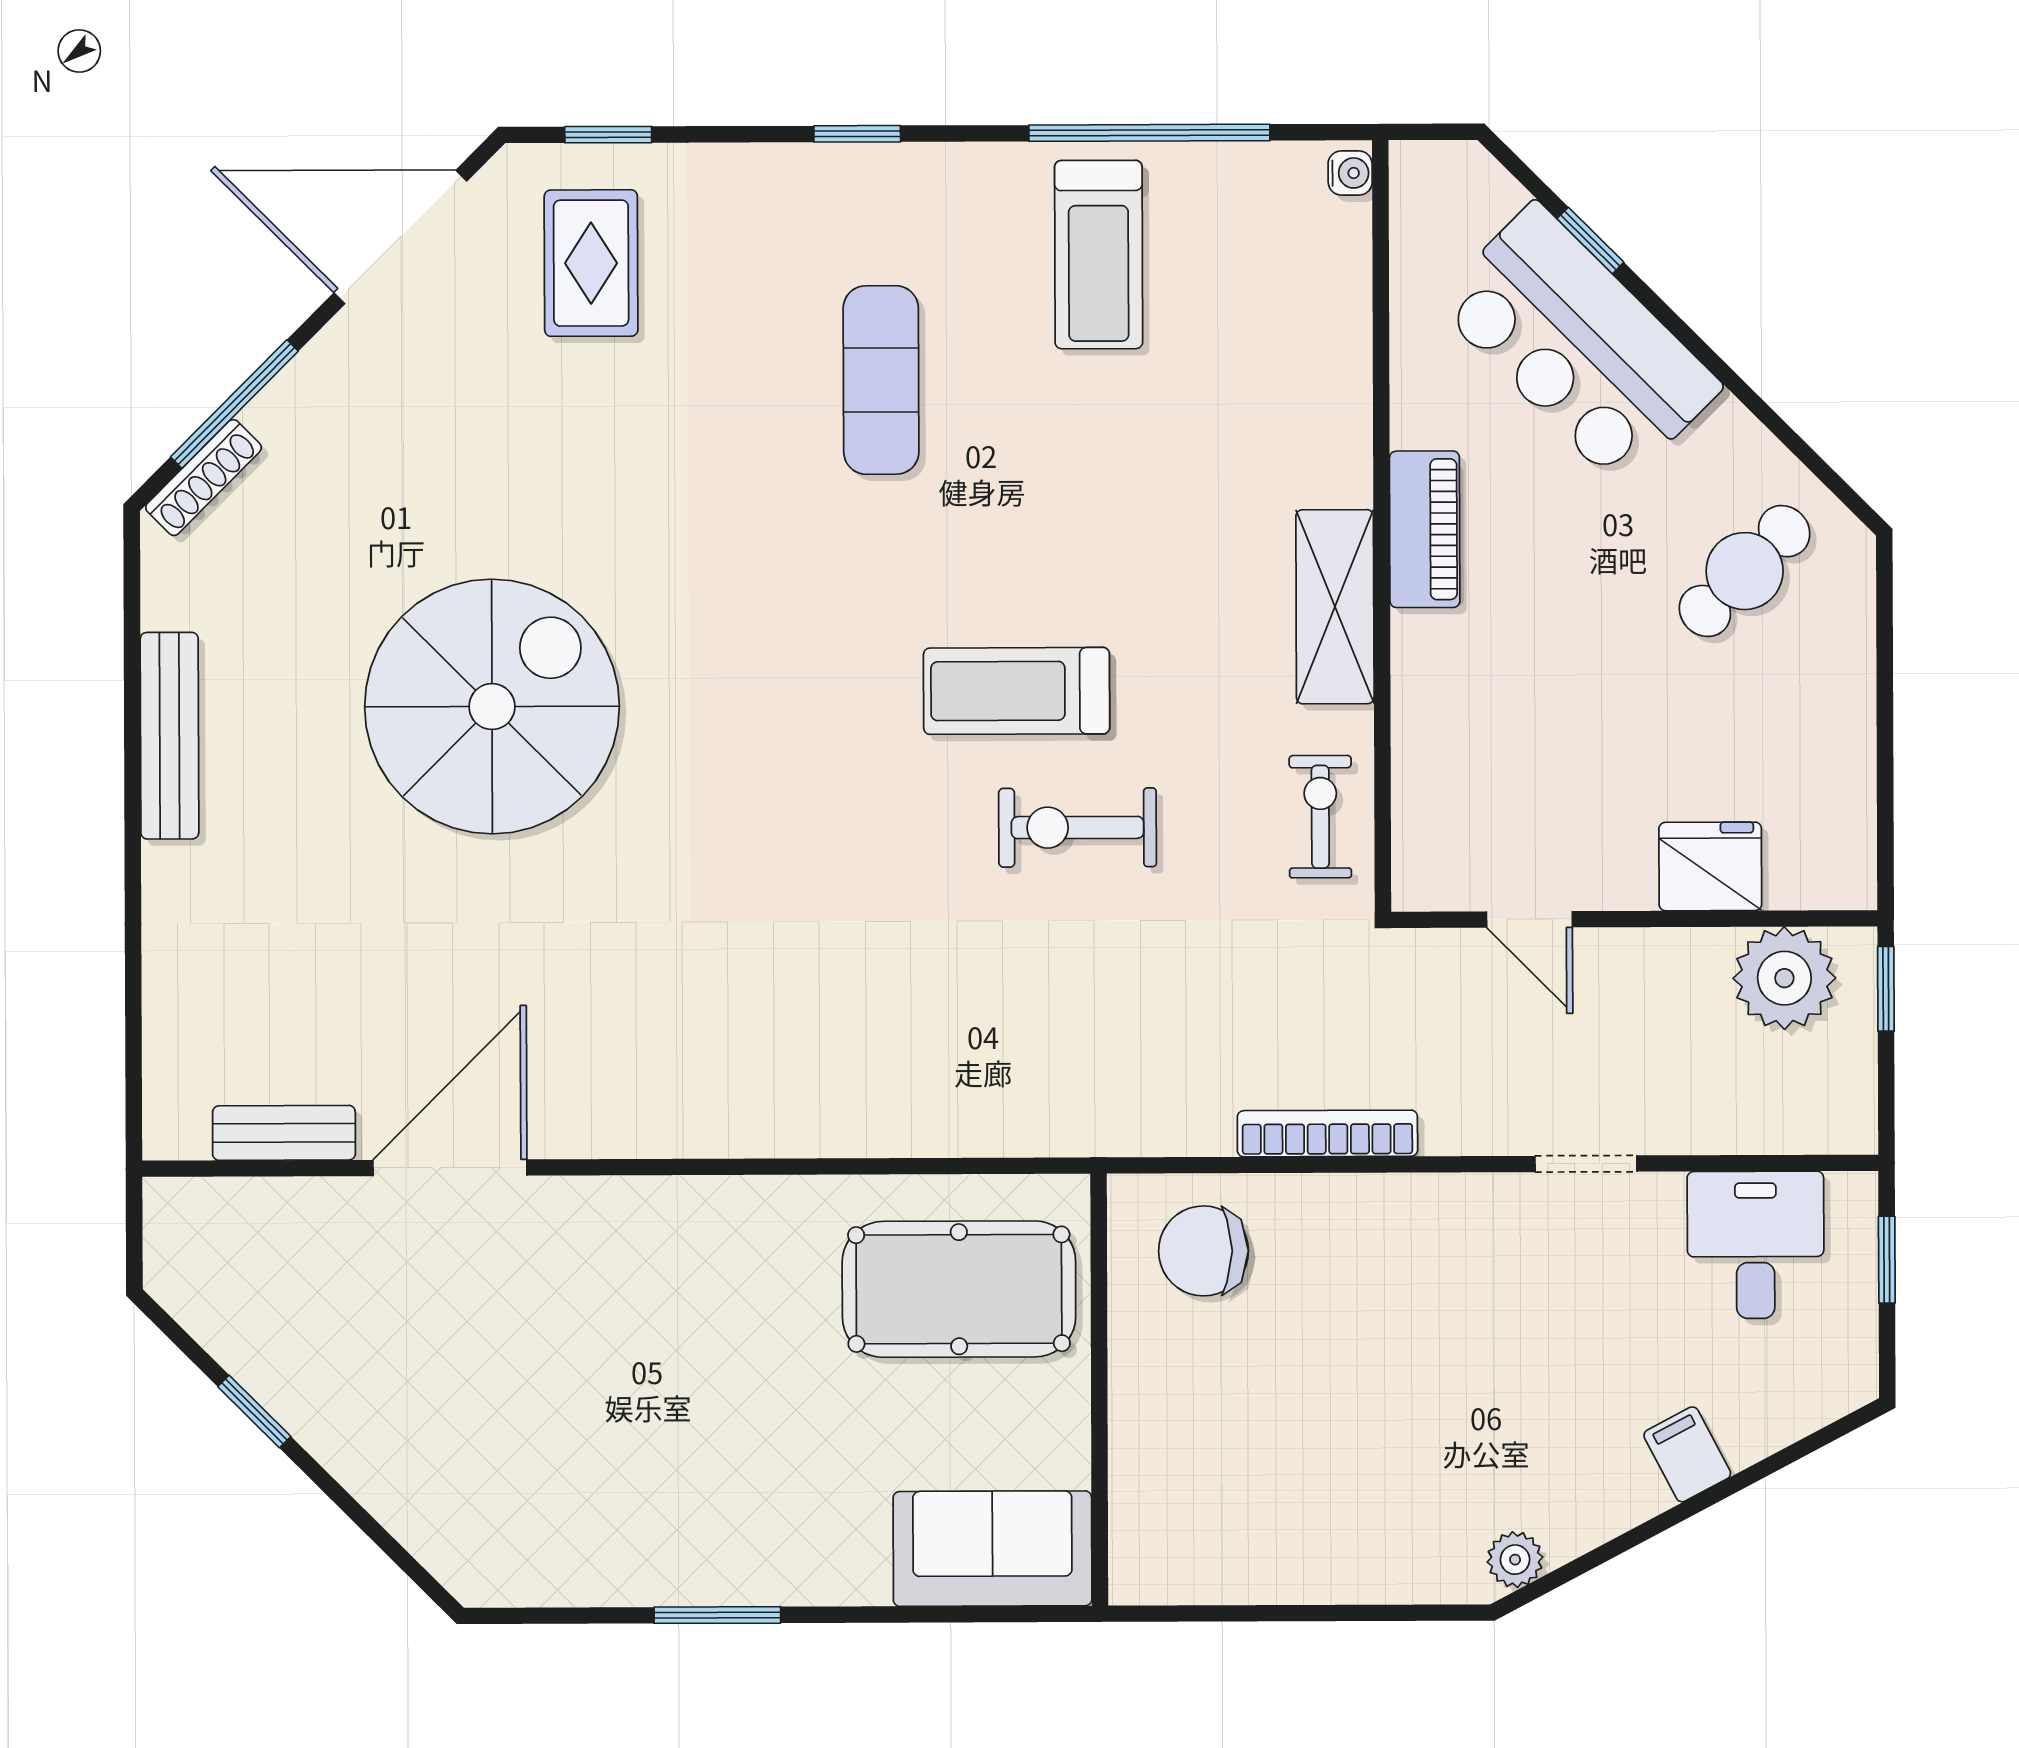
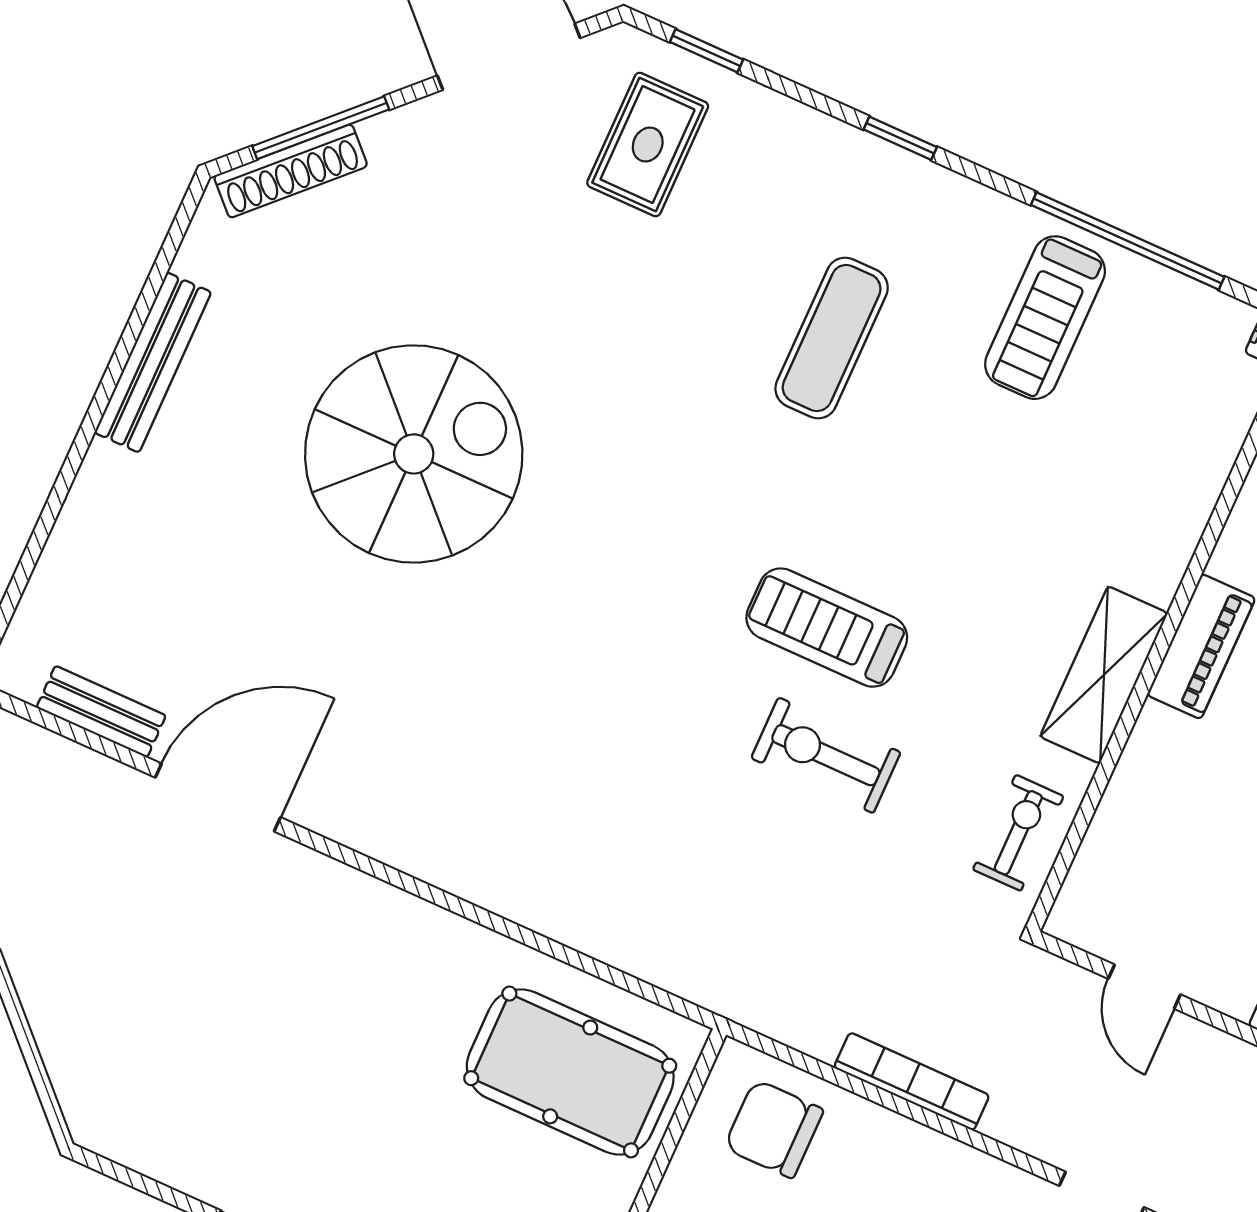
shoe rack: (204, 478) -> (291, 171), width x1.36, depth x1.24

